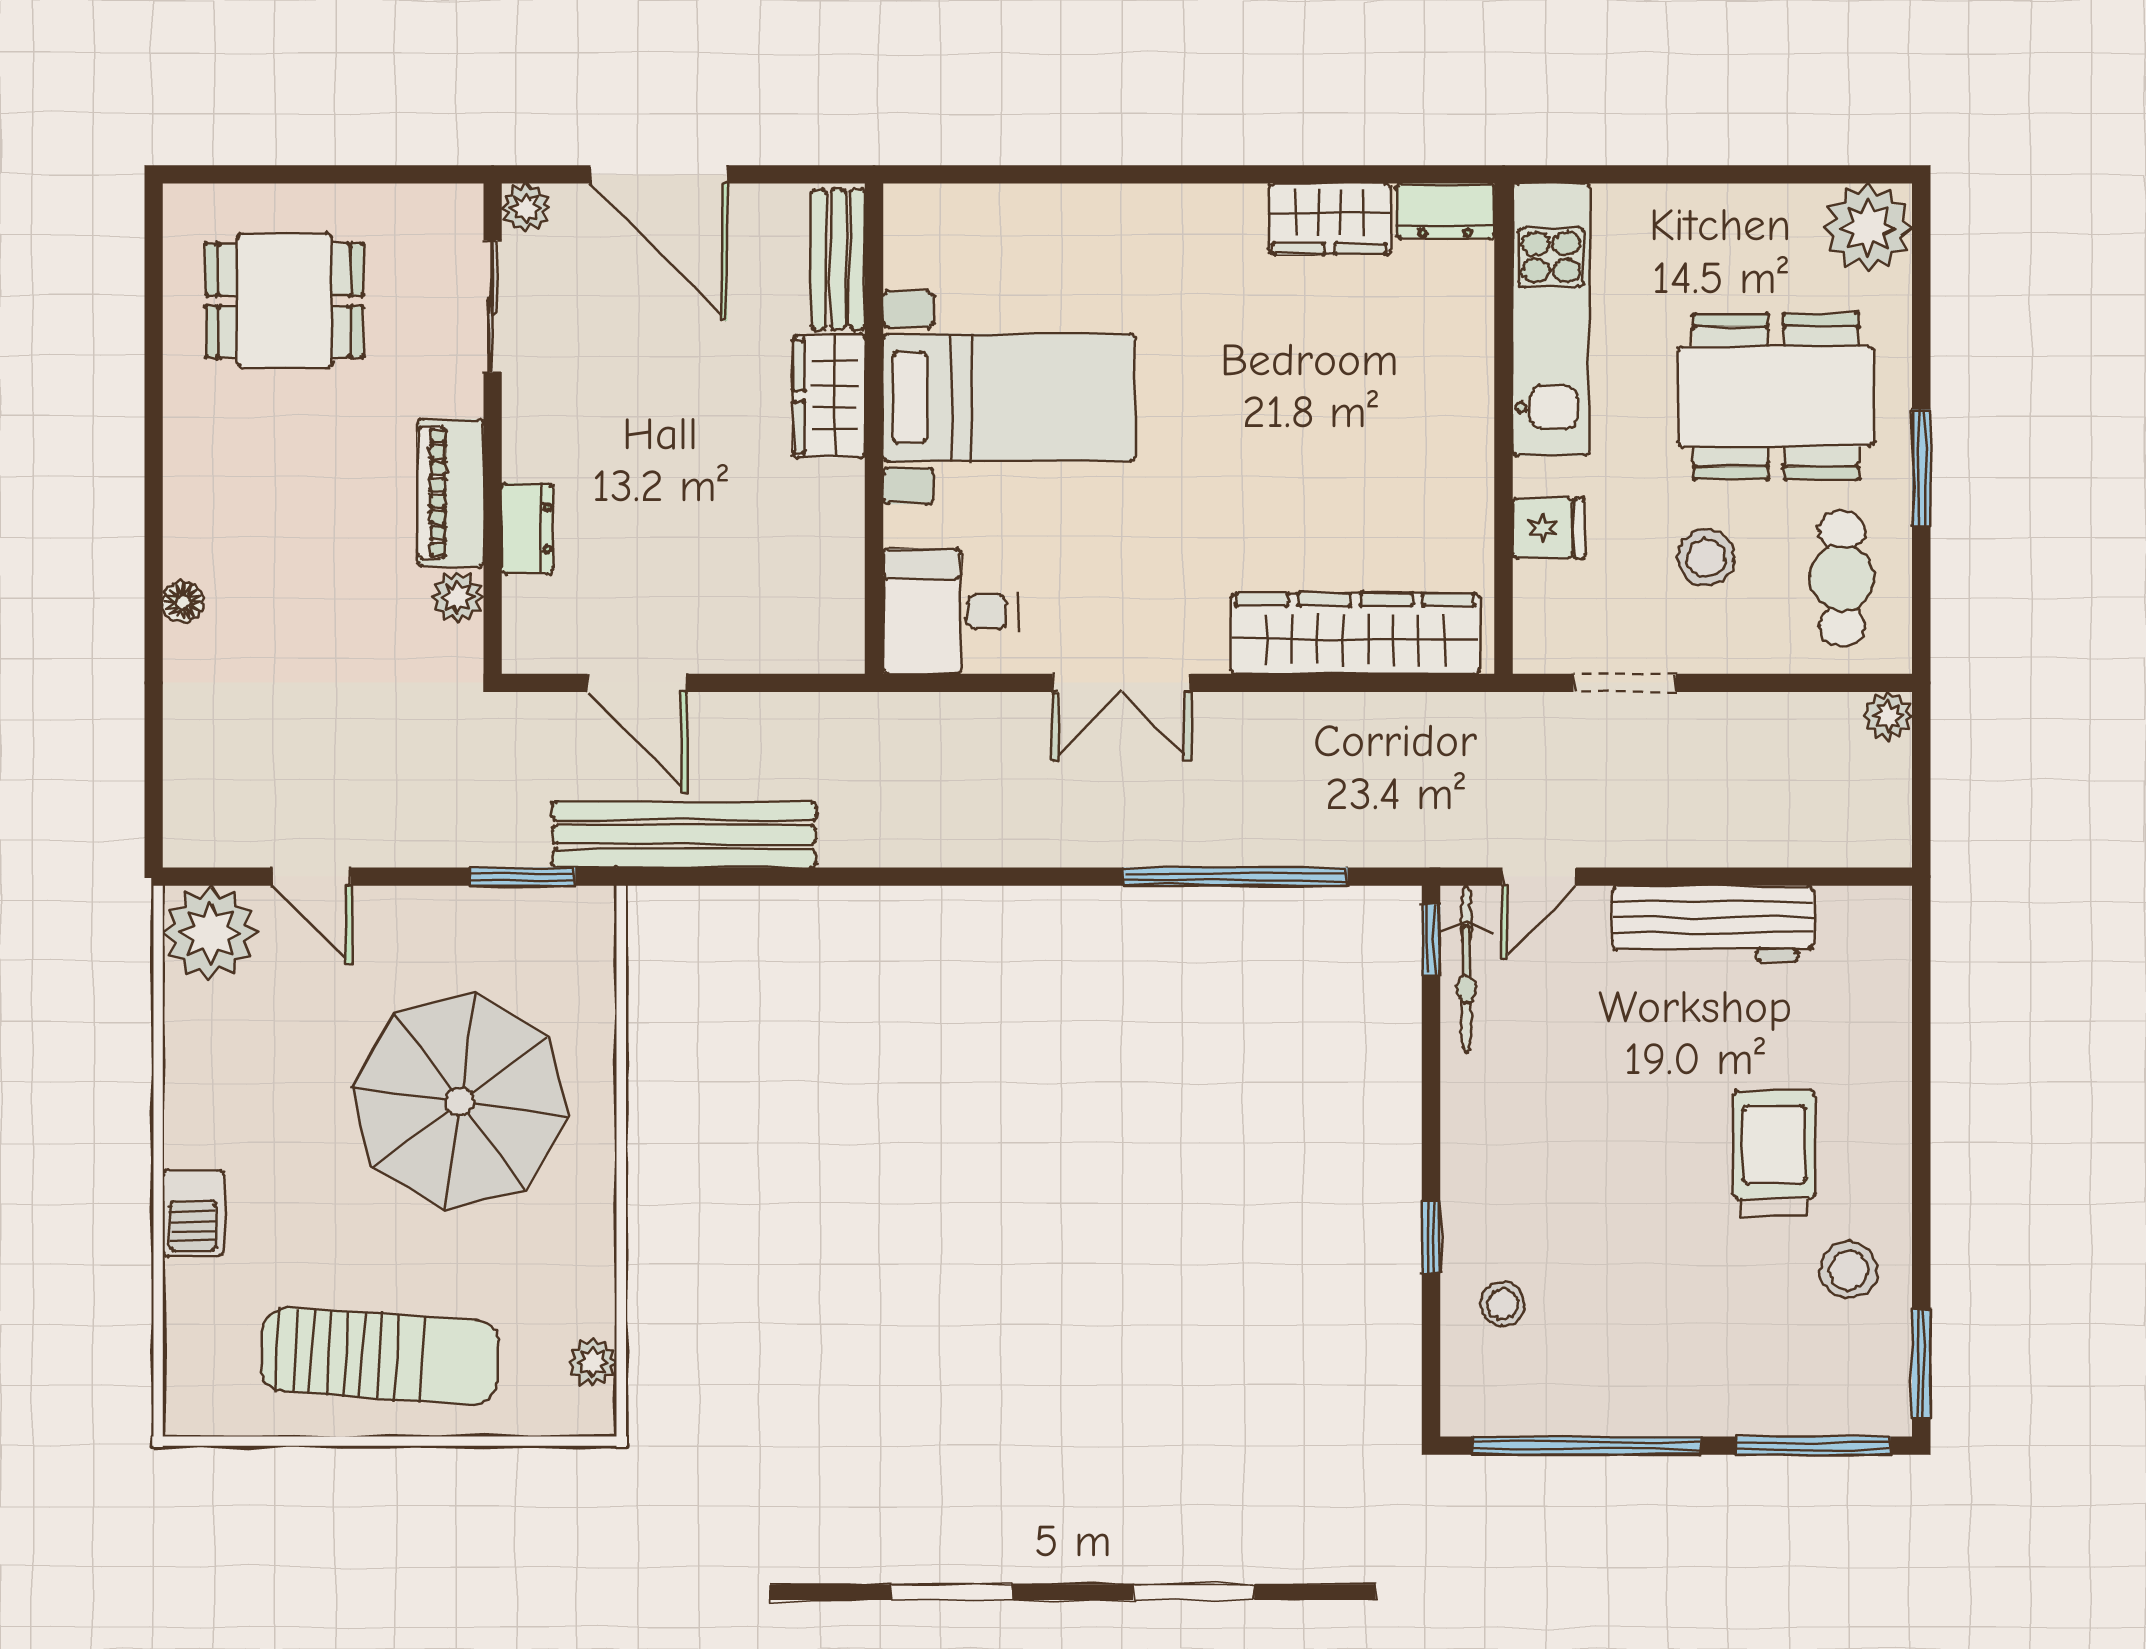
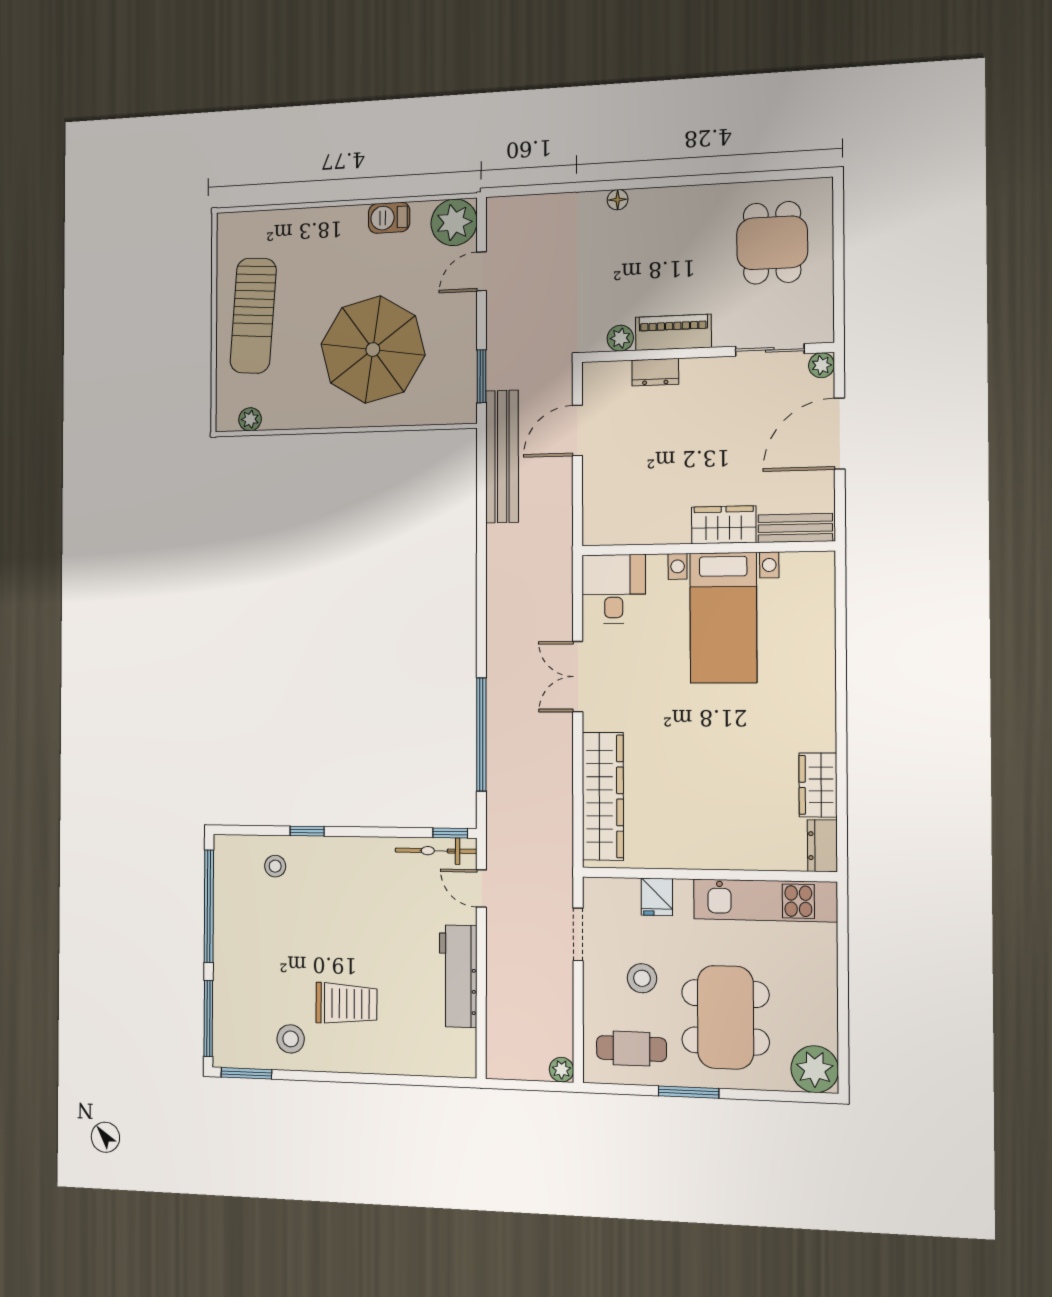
barbecue: (193, 1213) -> (389, 218), moved

